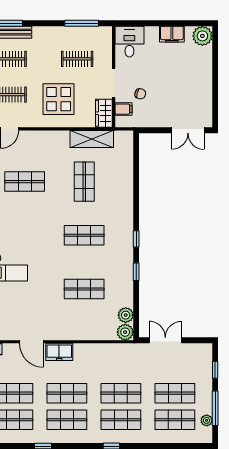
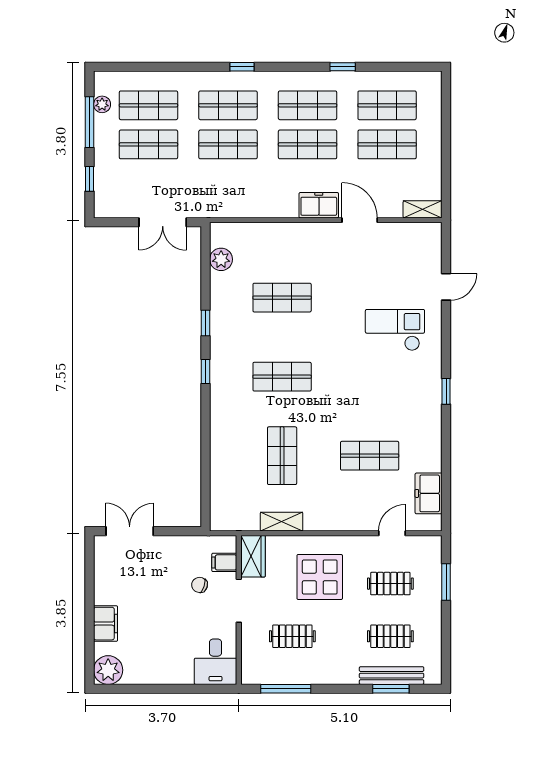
filing cabinet: (172, 34) -> (106, 624), moved, turned 90
shelving: (92, 139) -> (282, 522), width x0.67, depth x0.75
plant: (125, 332) -> (222, 234), removed

